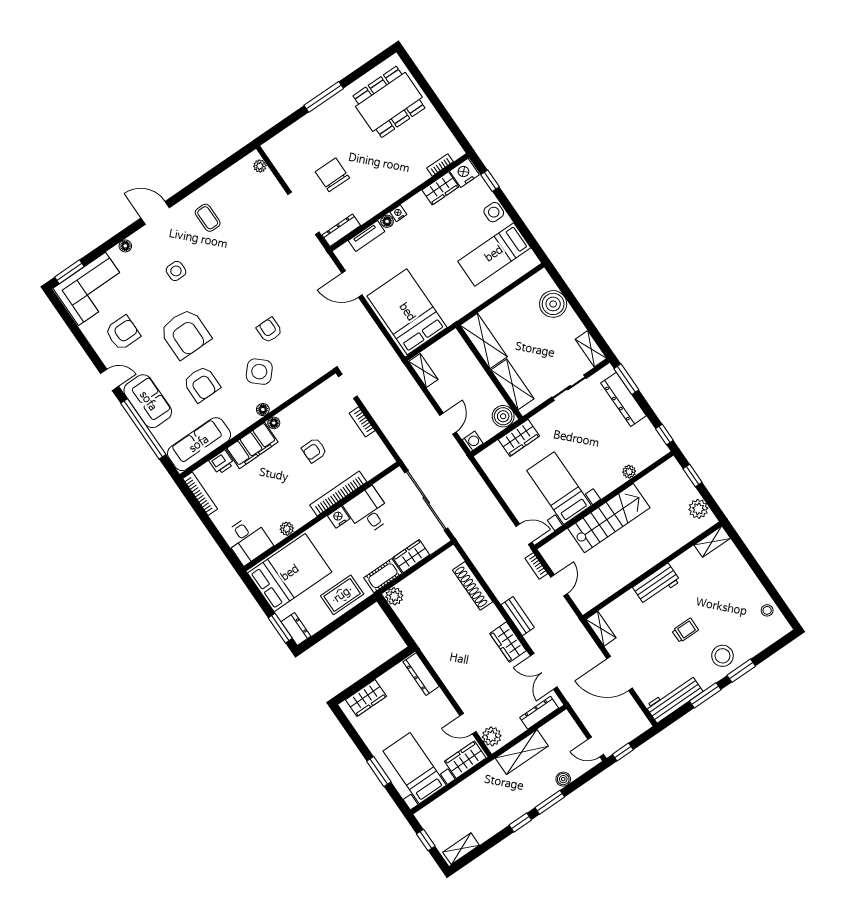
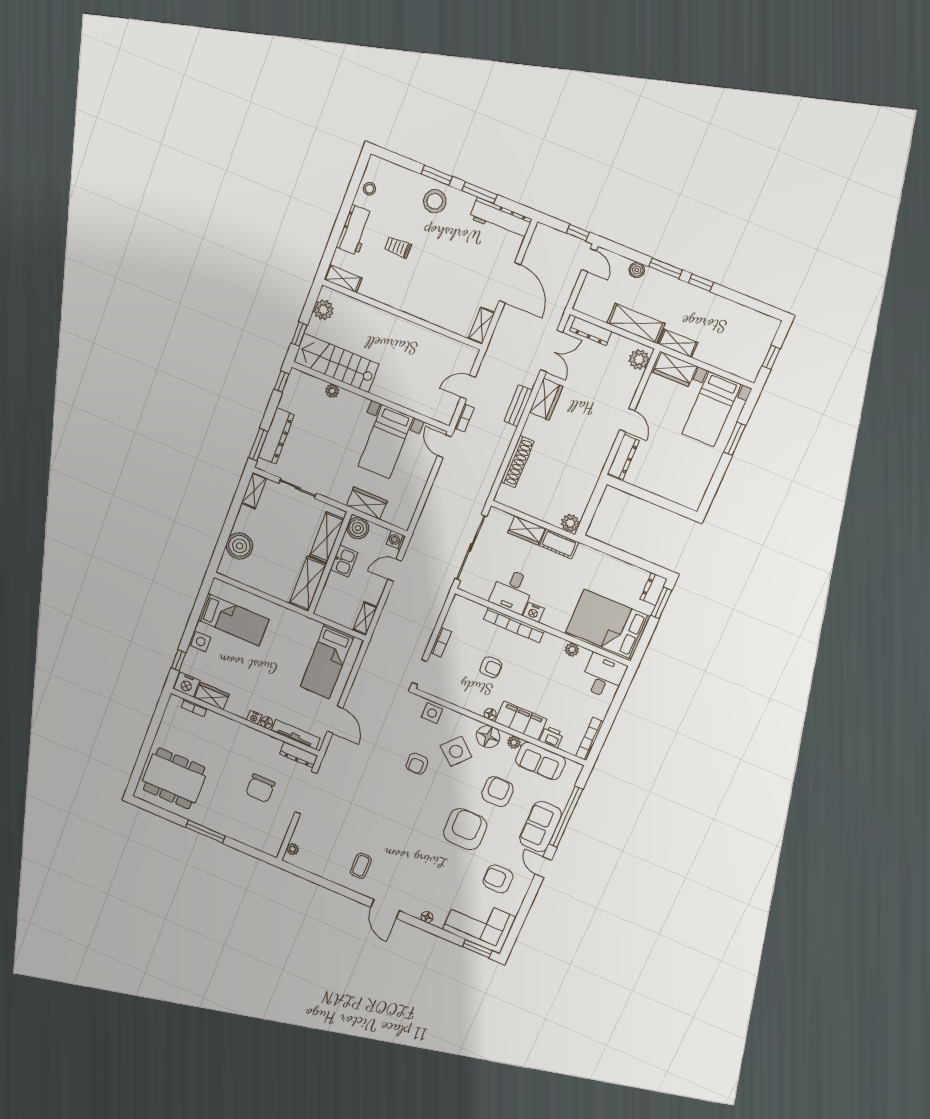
tv unit: (367, 236) -> (296, 734), width x1.41
side table: (176, 271) -> (432, 713), moved
bed: (407, 312) -> (327, 661), width x0.67
kitchen sink: (483, 385) -> (344, 561), added
floor lamp: (263, 410) -> (488, 737), width x1.89, depth x1.89
plant: (237, 427) -> (514, 742), added
sofa: (199, 444) -> (541, 761), width x0.73
stairs: (609, 518) -> (336, 363), moved
workbench: (657, 584) -> (355, 230), moved, turned 90
rug: (342, 595) -> (598, 568), removed
trolley: (685, 630) -> (398, 247), moved
wardrobe: (366, 698) -> (676, 491), removed
door: (468, 724) -> (627, 420), moved
shelving: (461, 849) -> (678, 343), moved

